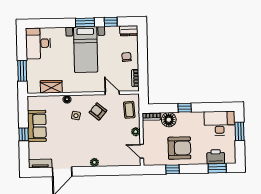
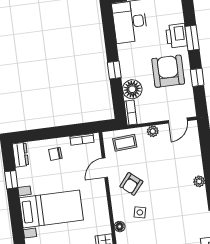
window: (85, 22) -> (16, 214), removed
printer: (216, 157) -> (176, 36), moved
window: (217, 168) -> (192, 38), moved

